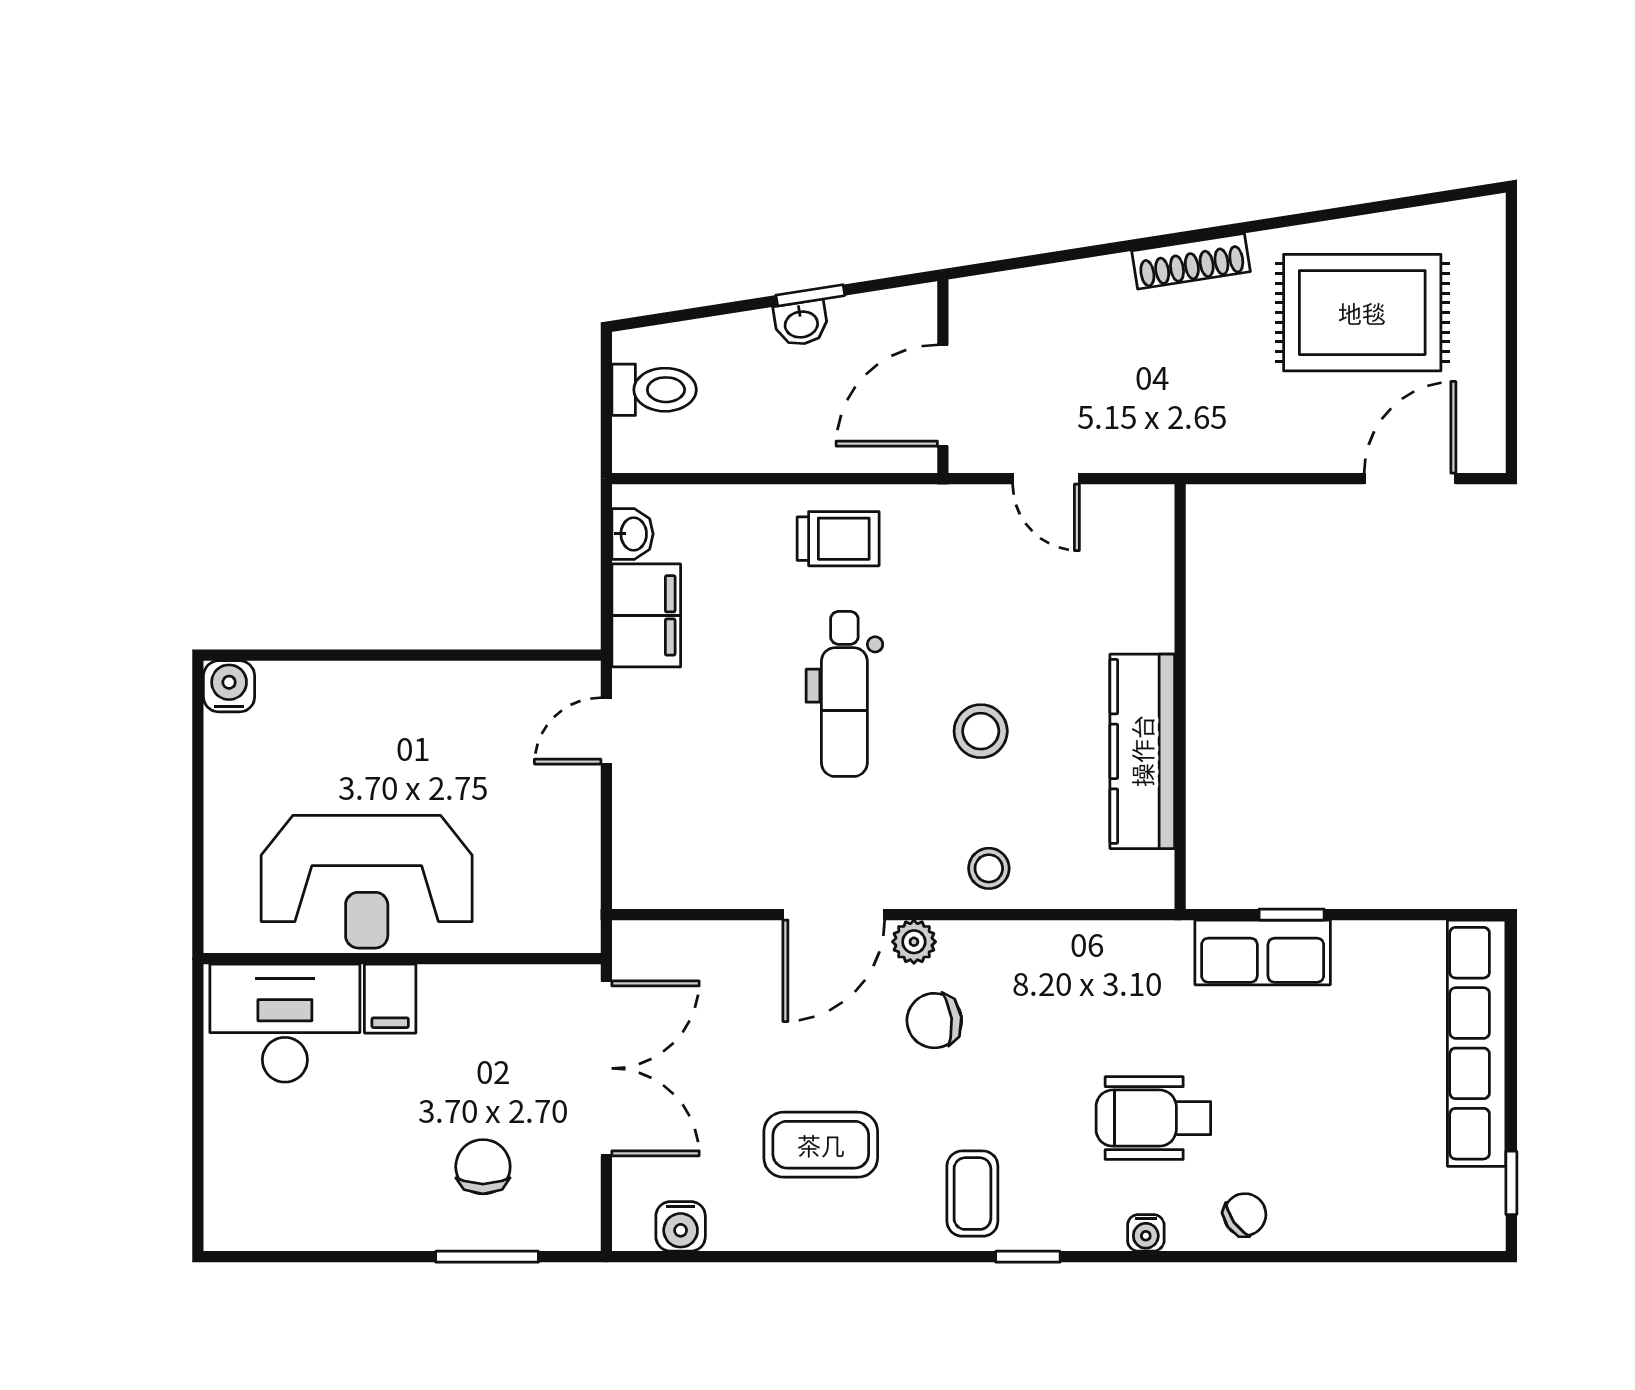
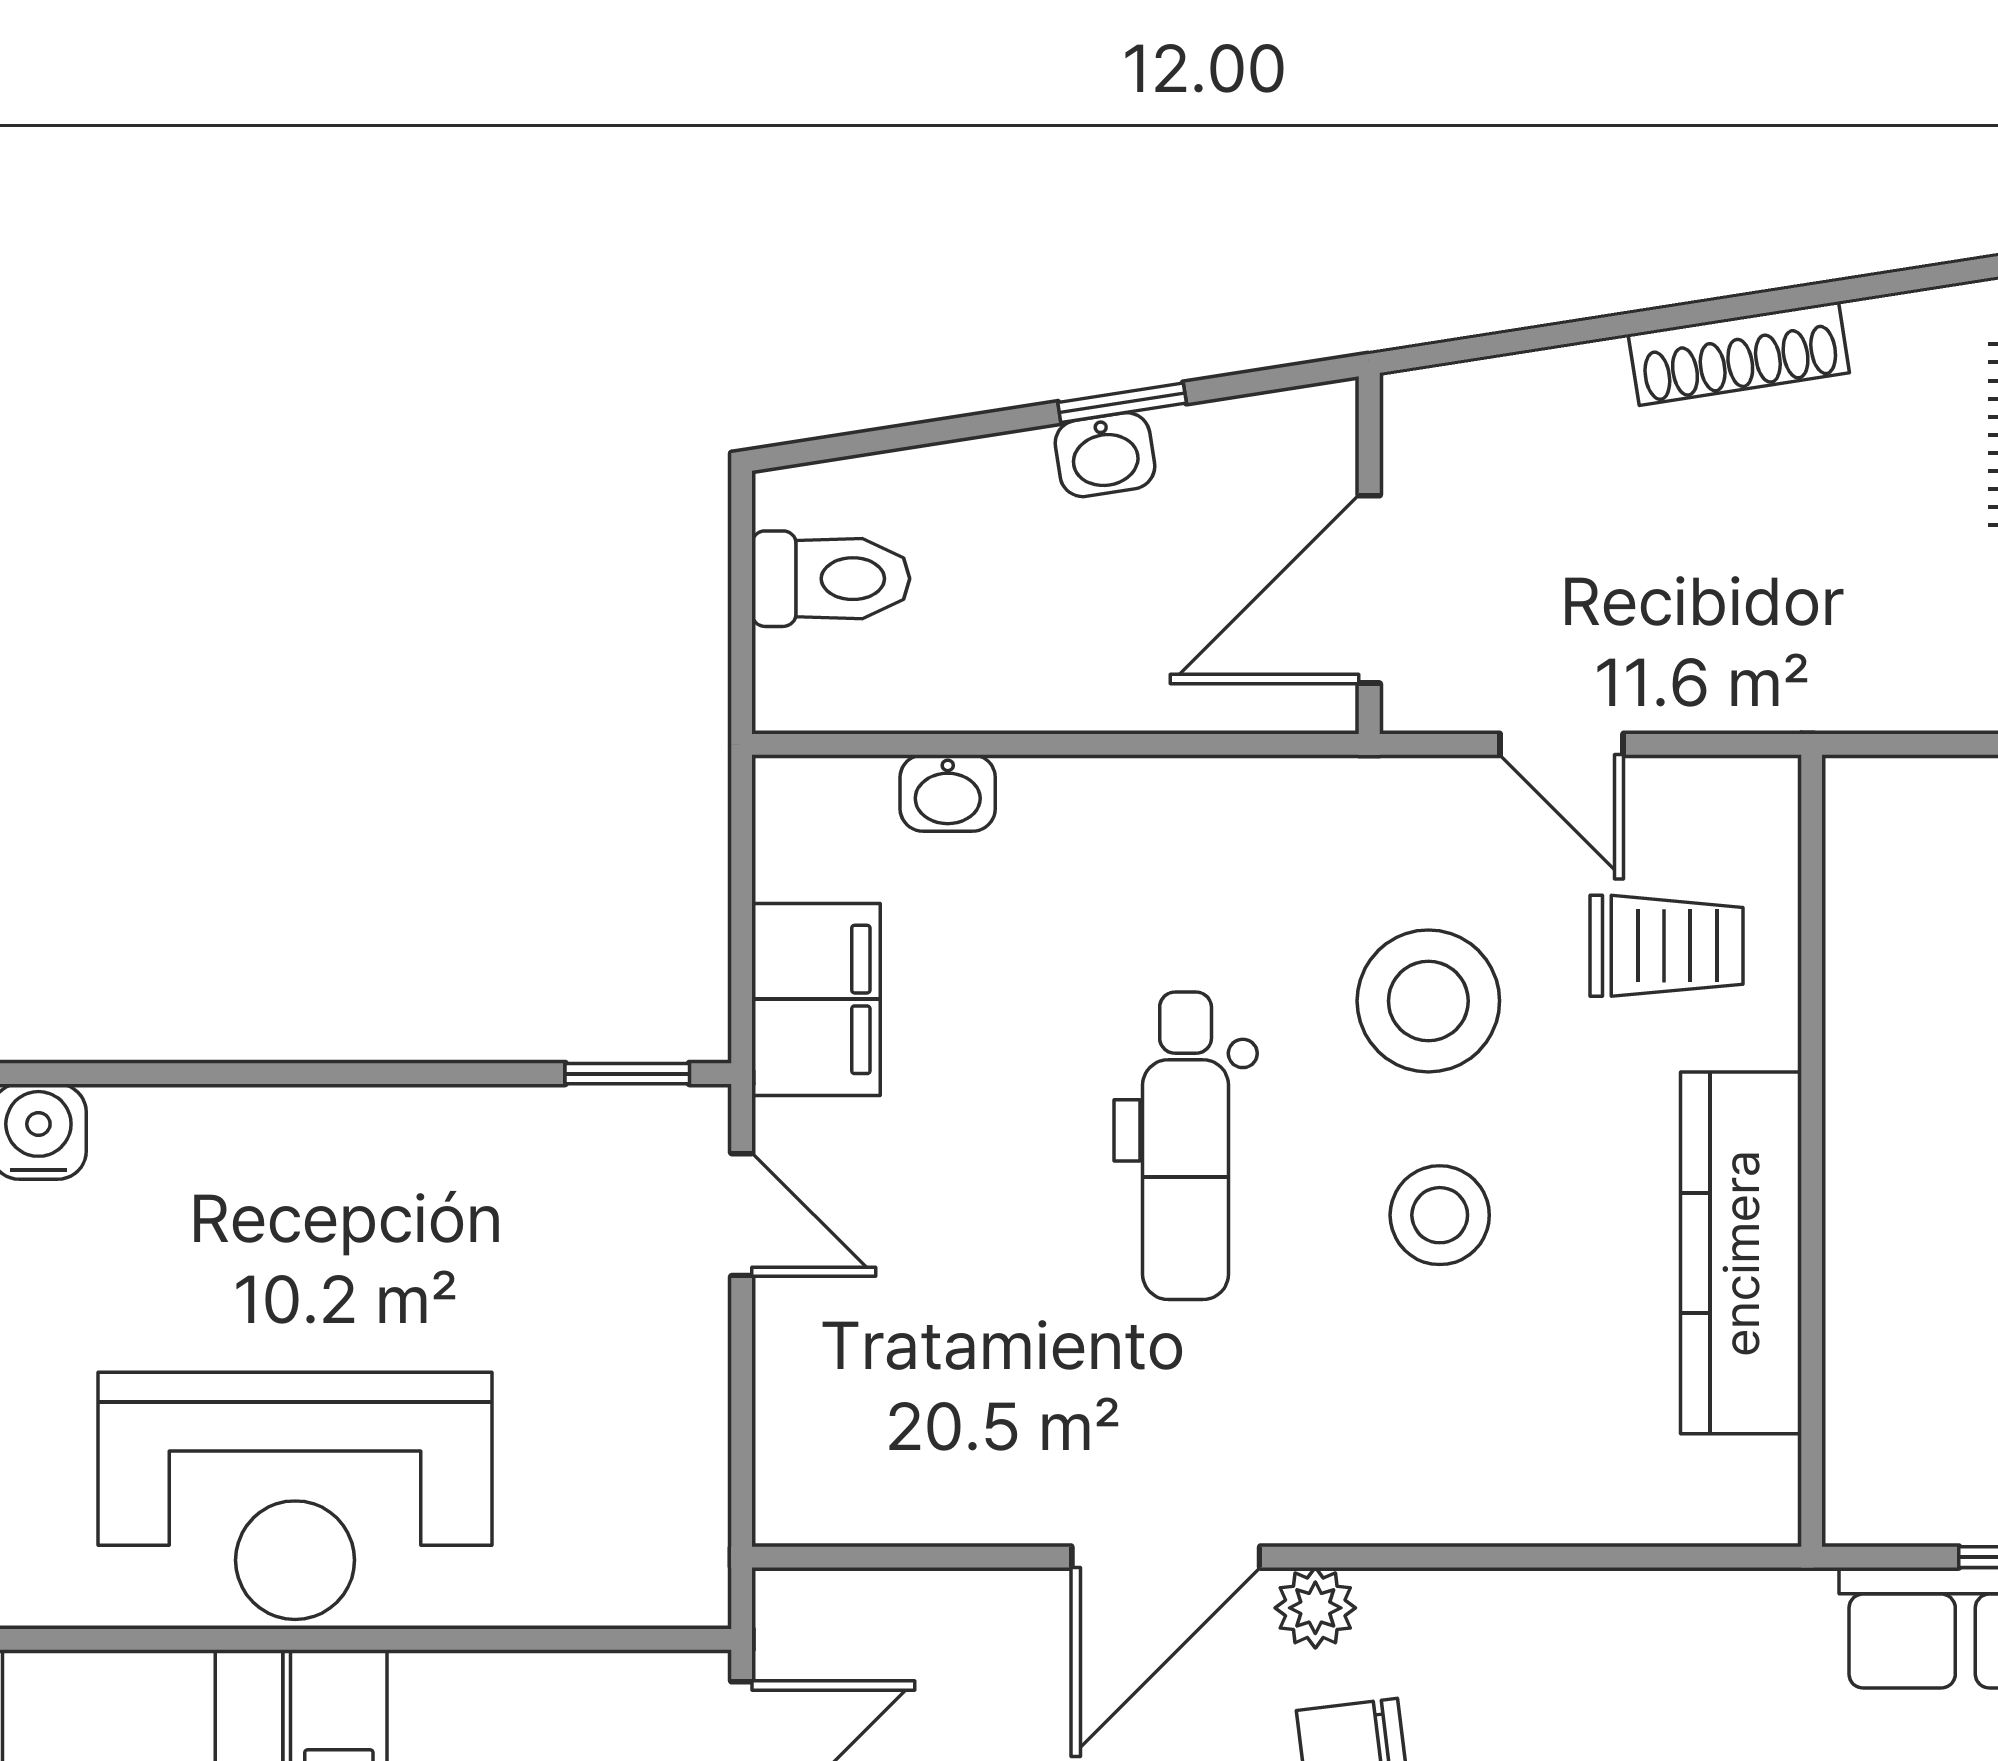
shoe rack: (1191, 261) -> (1739, 354), moved
washbasin: (632, 534) -> (948, 793), moved, turned 90
trolley: (838, 539) -> (1666, 946), moved
window: (545, 655) -> (627, 1074), added
door: (606, 731) -> (742, 1215), swing flipped
stool: (989, 868) -> (1428, 1001), moved, width x1.89, depth x1.89

